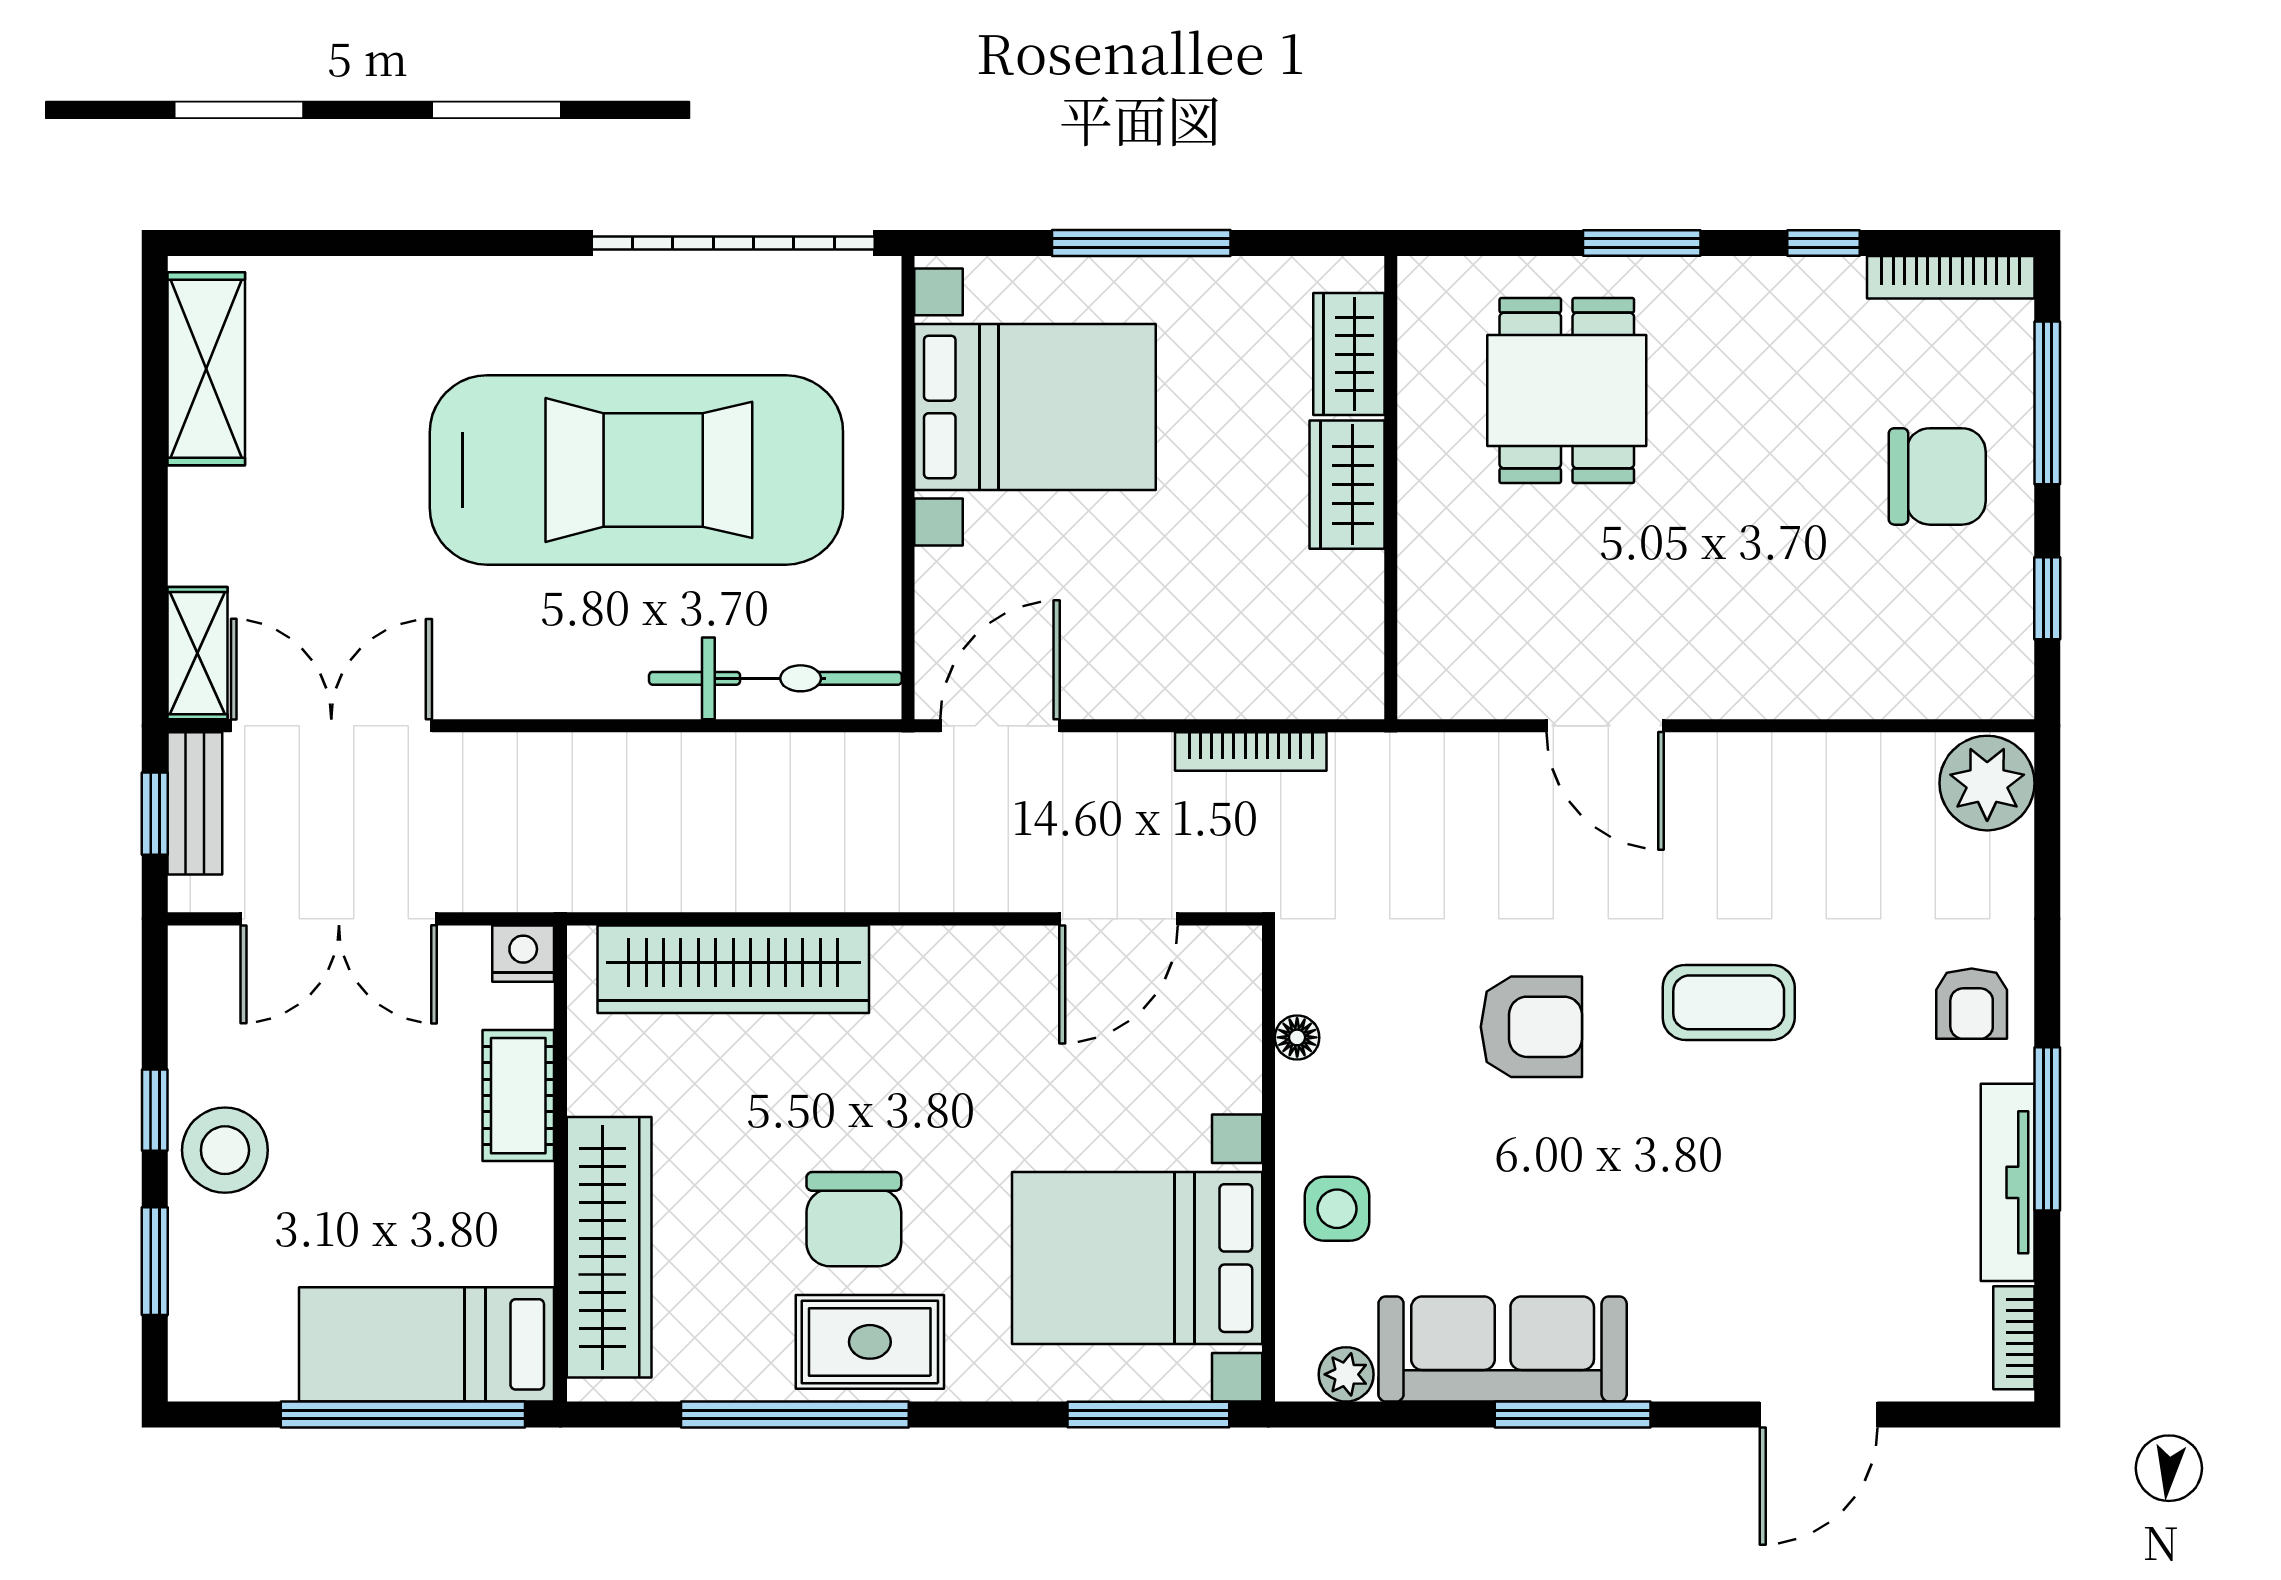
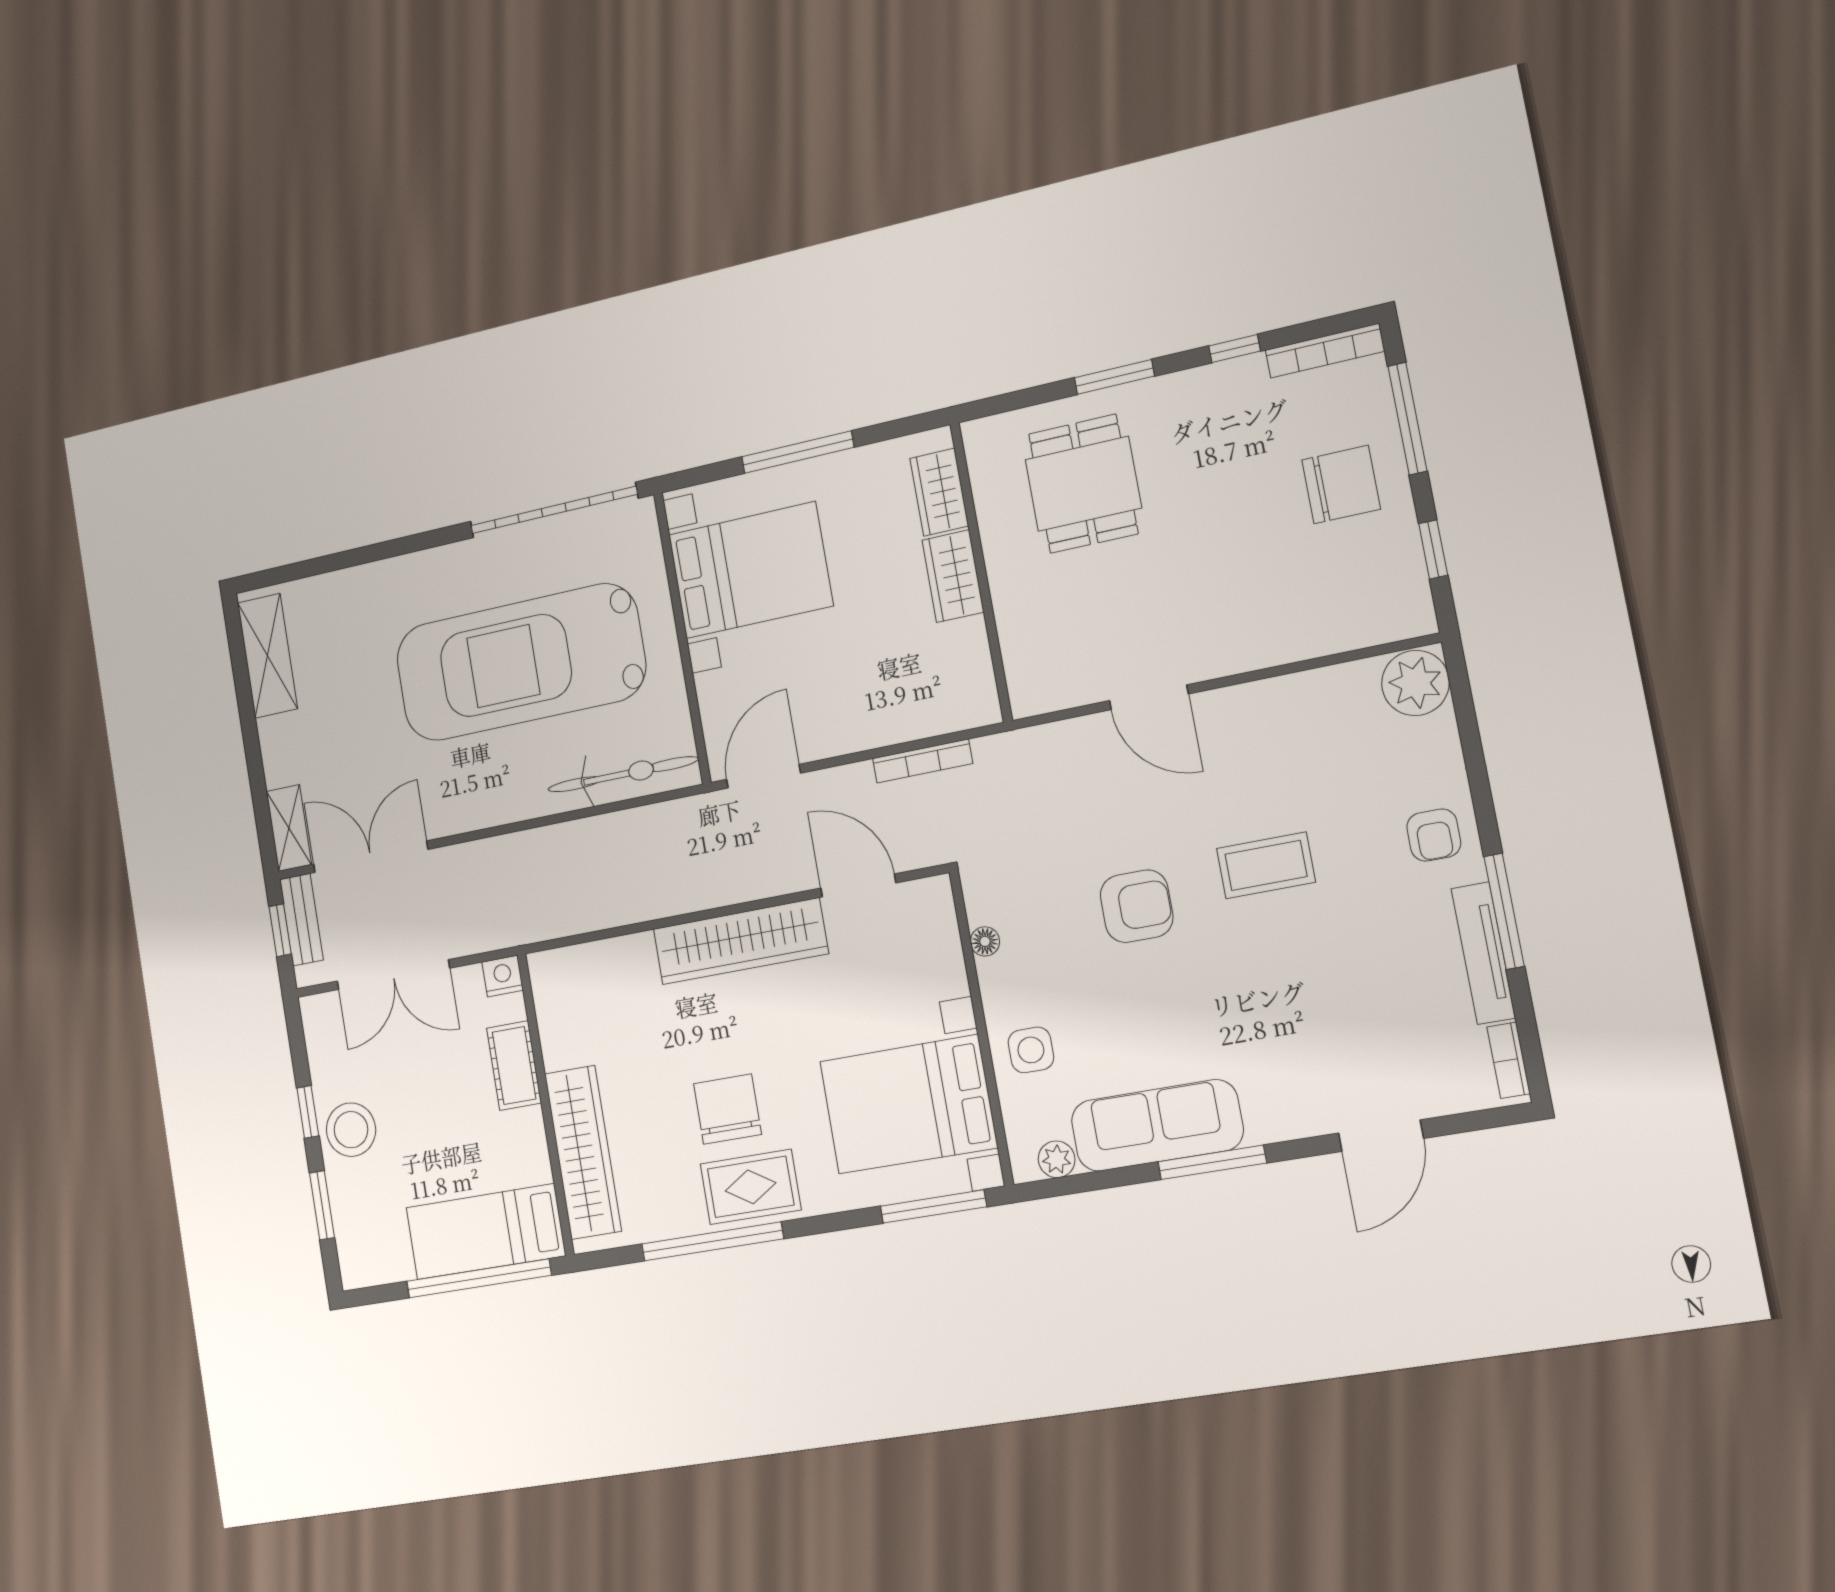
car: (636, 470) -> (520, 662), turned 180
door: (1119, 919) -> (858, 885), swing flipped
wardrobe: (733, 969) -> (740, 941), moved
chair: (854, 1219) -> (727, 1109), turned 180

